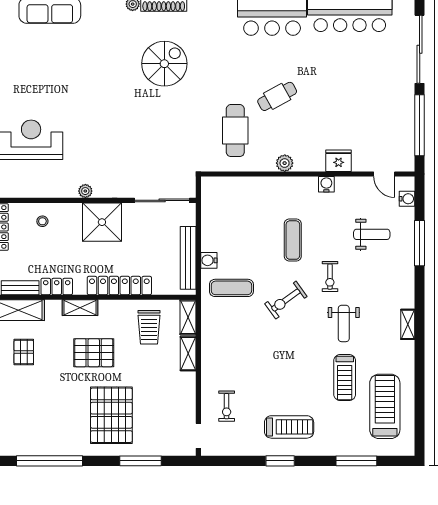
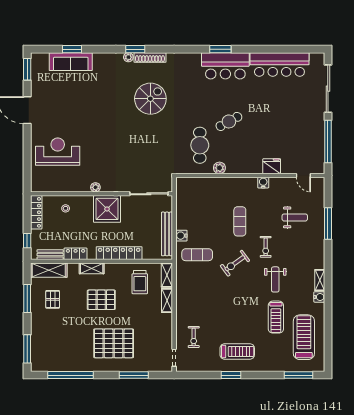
plant: (285, 163) -> (219, 168), moved
water cooler: (407, 199) -> (319, 297), moved
pallet: (111, 415) -> (114, 343), turned 90
window: (356, 461) -> (298, 375), moved

